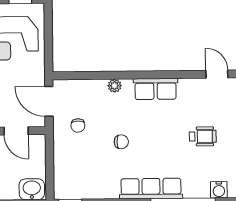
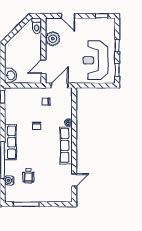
row of seats: (156, 89) -> (66, 145), width x1.48
wheelchair: (203, 136) -> (28, 176), moved

